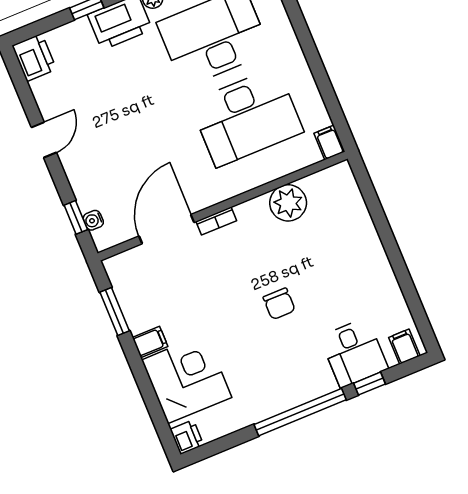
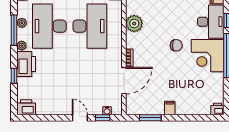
door: (44, 140) -> (80, 118), moved
door: (167, 229) -> (124, 81), swing flipped
desk: (354, 353) -> (211, 22), width x1.37
corner desk: (187, 379) -> (208, 56), moved, turned -90

